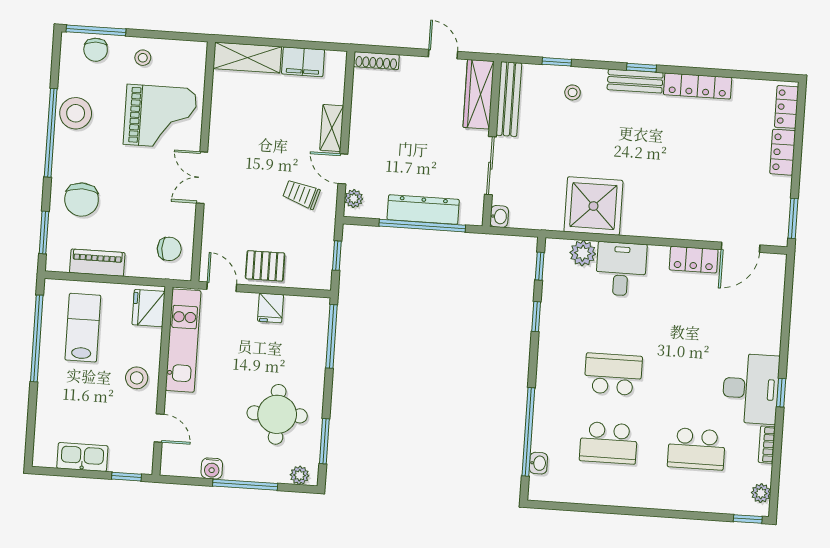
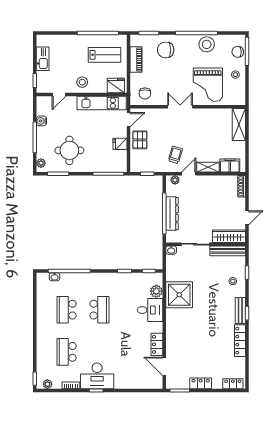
filing cabinet: (303, 62) -> (230, 166), moved, turned 90
locker: (783, 152) -> (201, 383), moved

